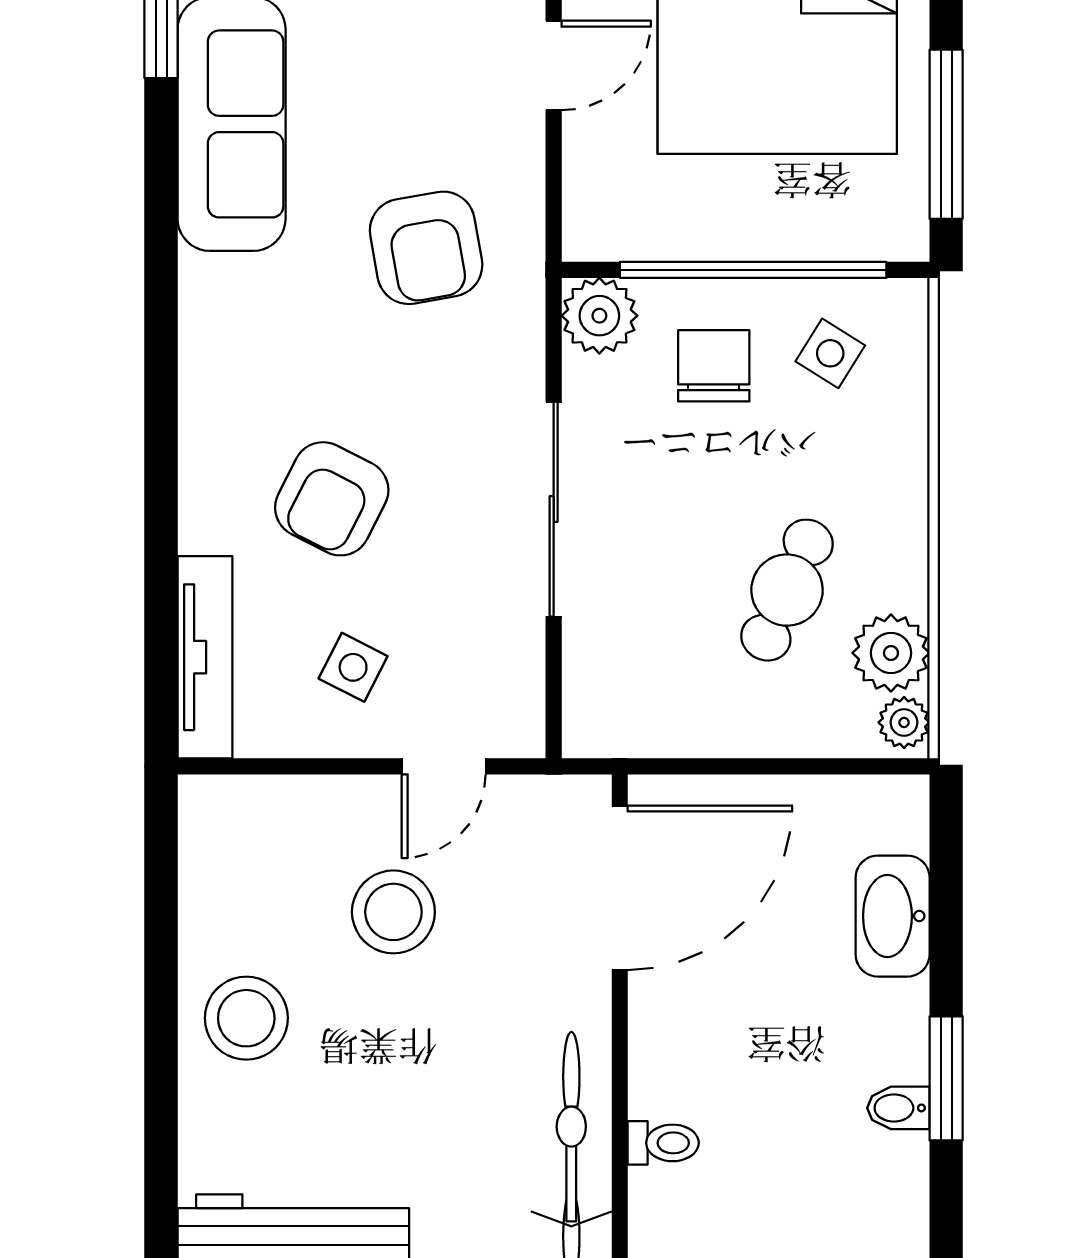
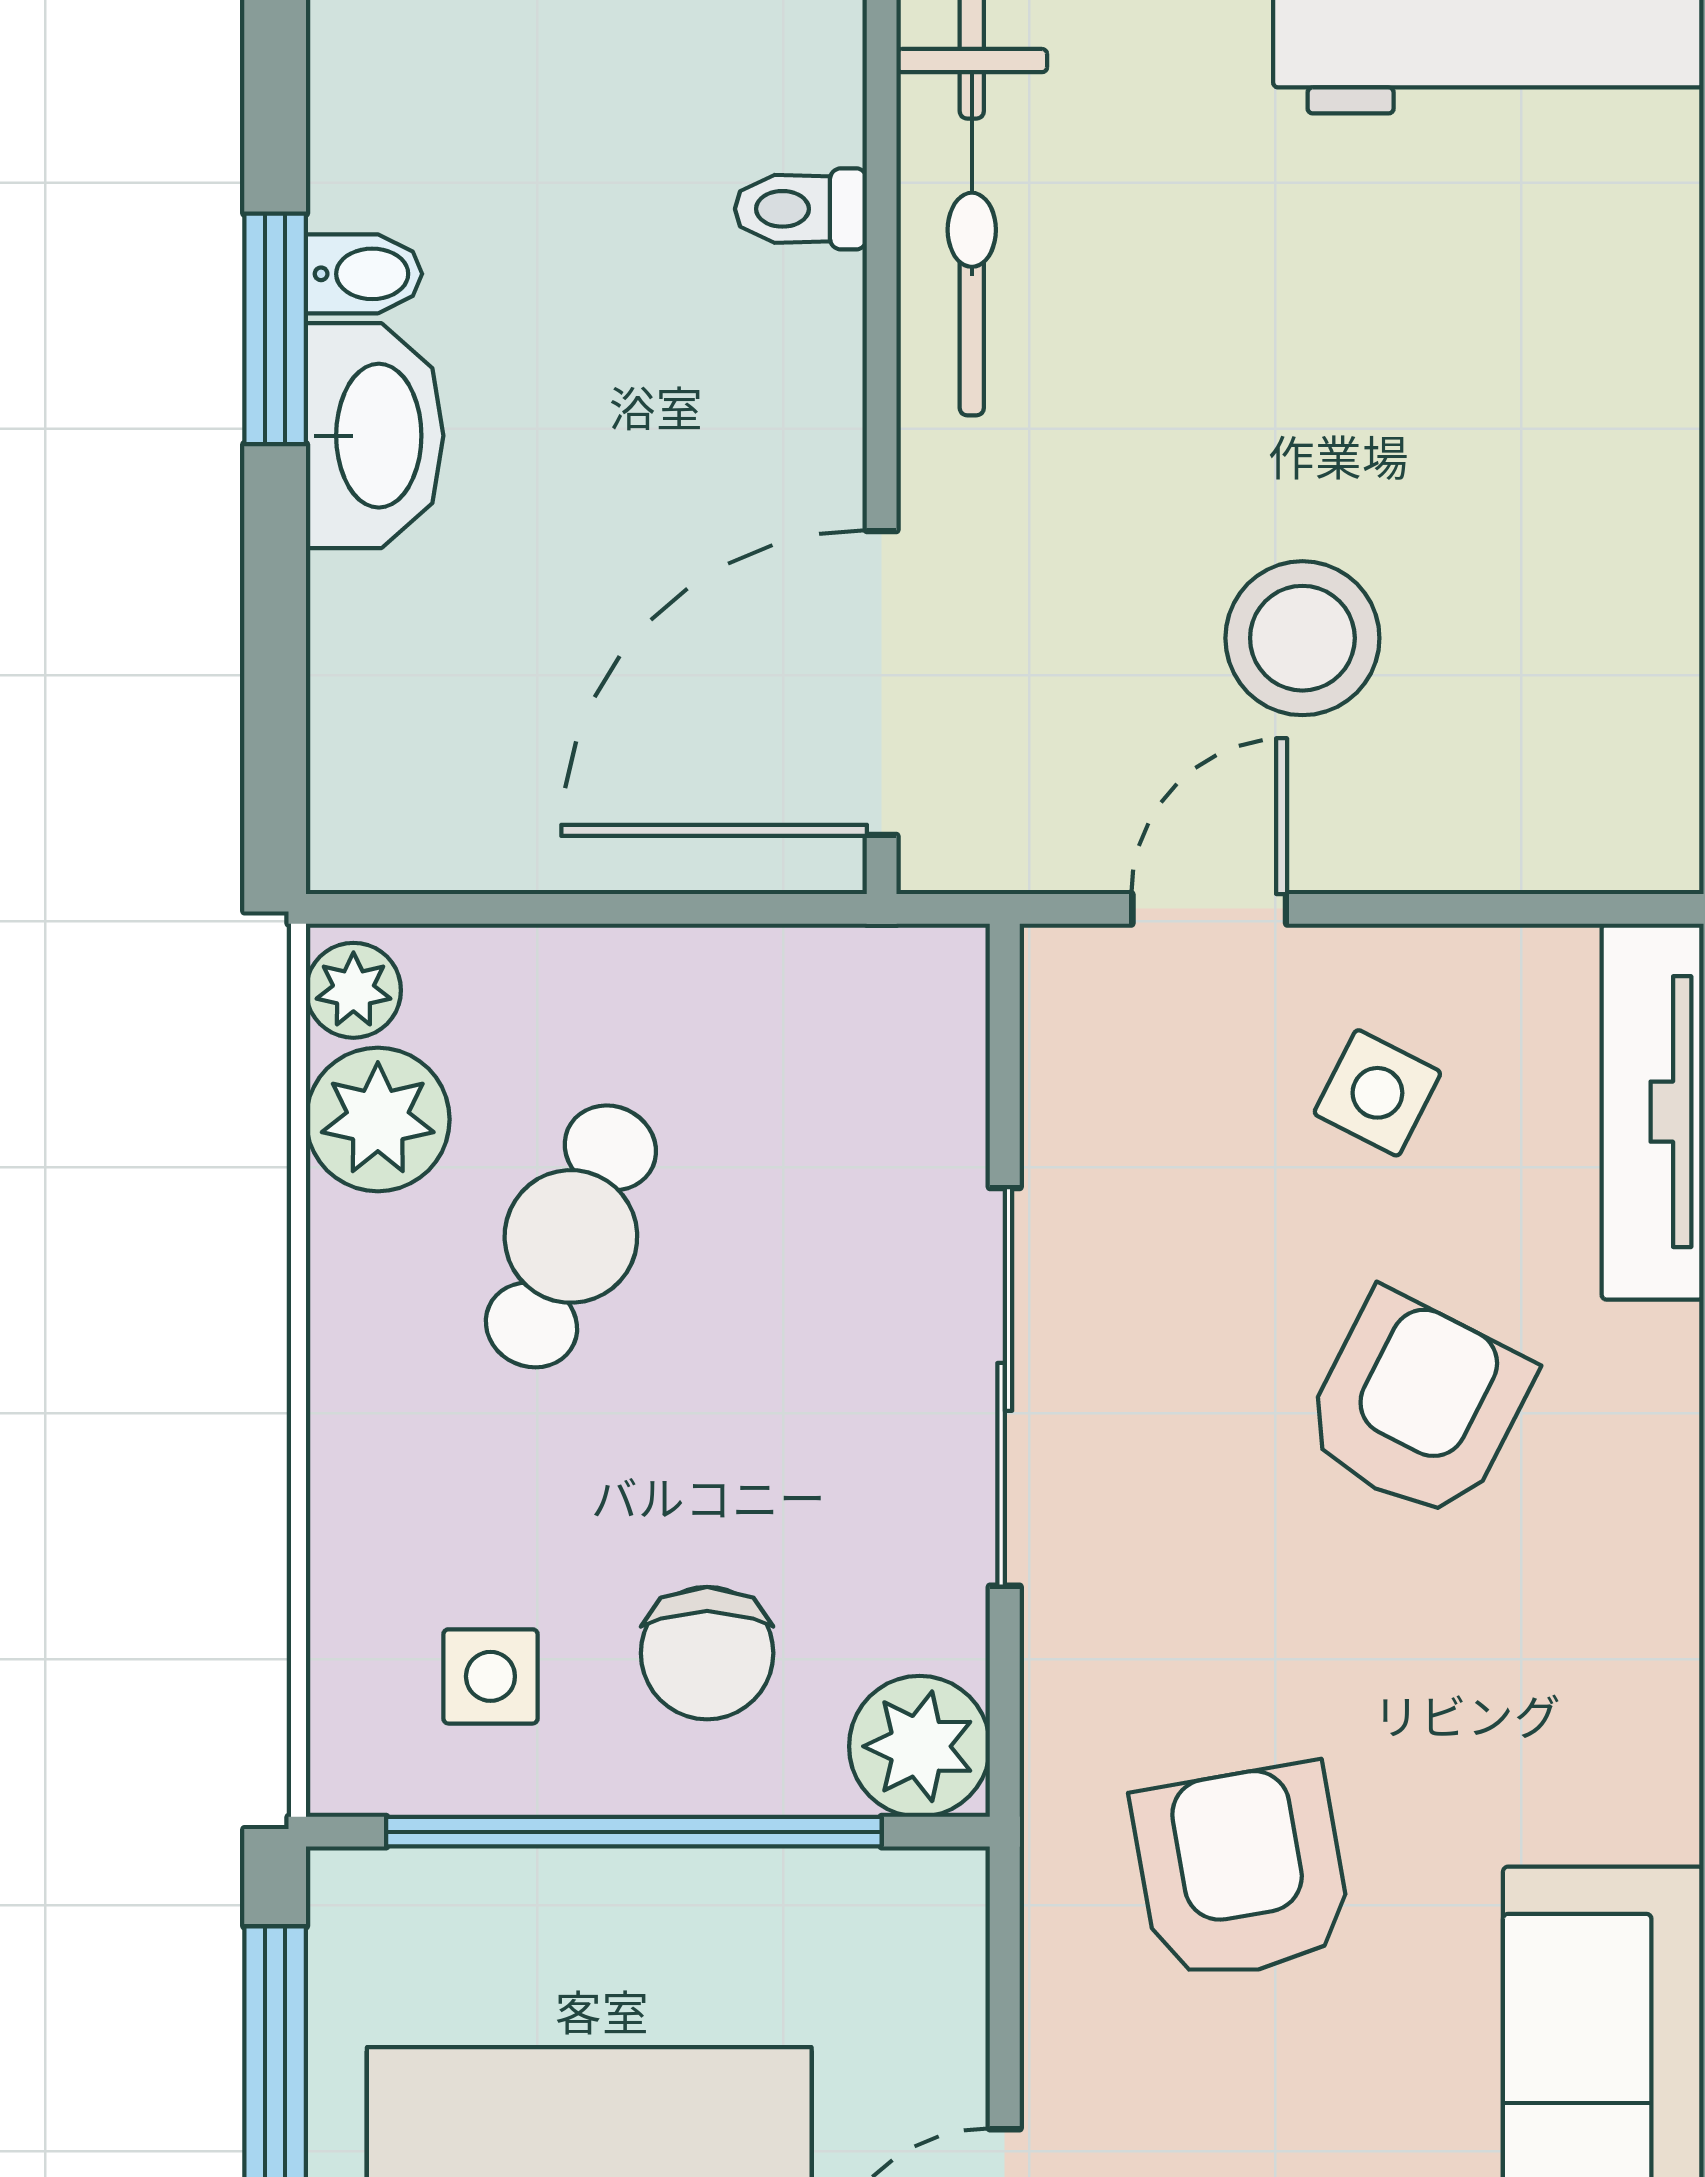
side table: (830, 353) -> (490, 1676), turned -32
washbasin: (893, 916) -> (375, 436), moved
stool: (246, 1018) -> (1576, 441), removed

